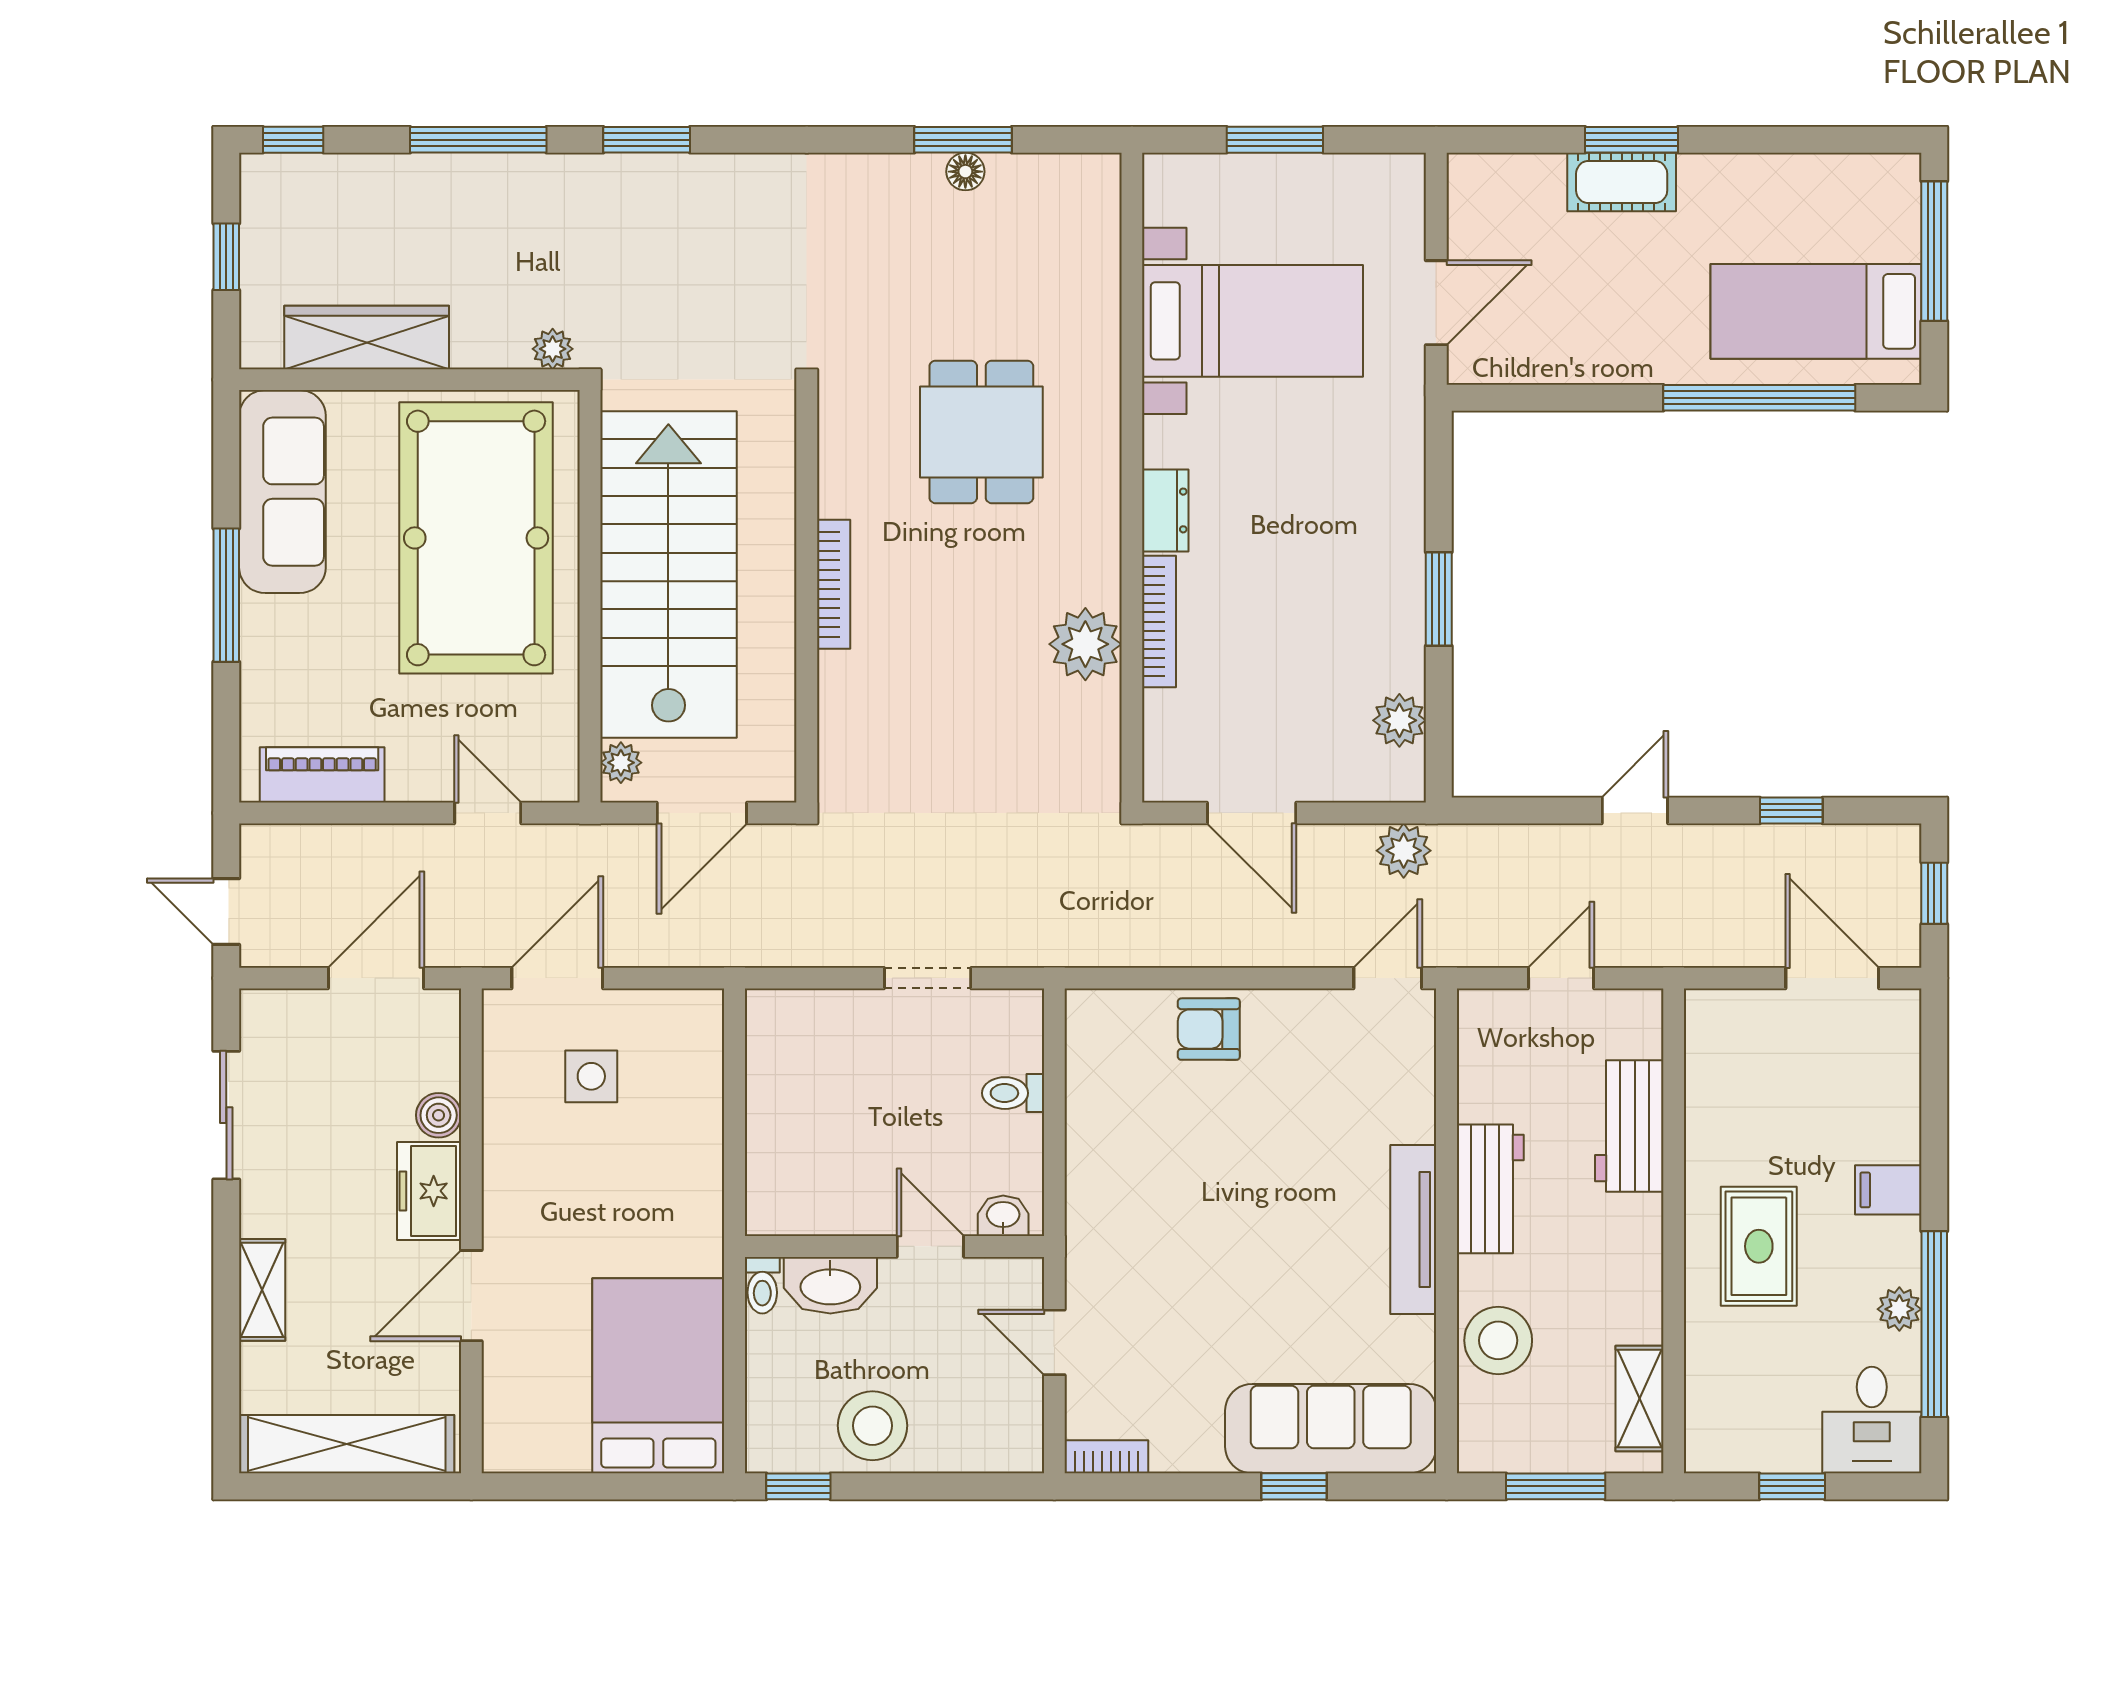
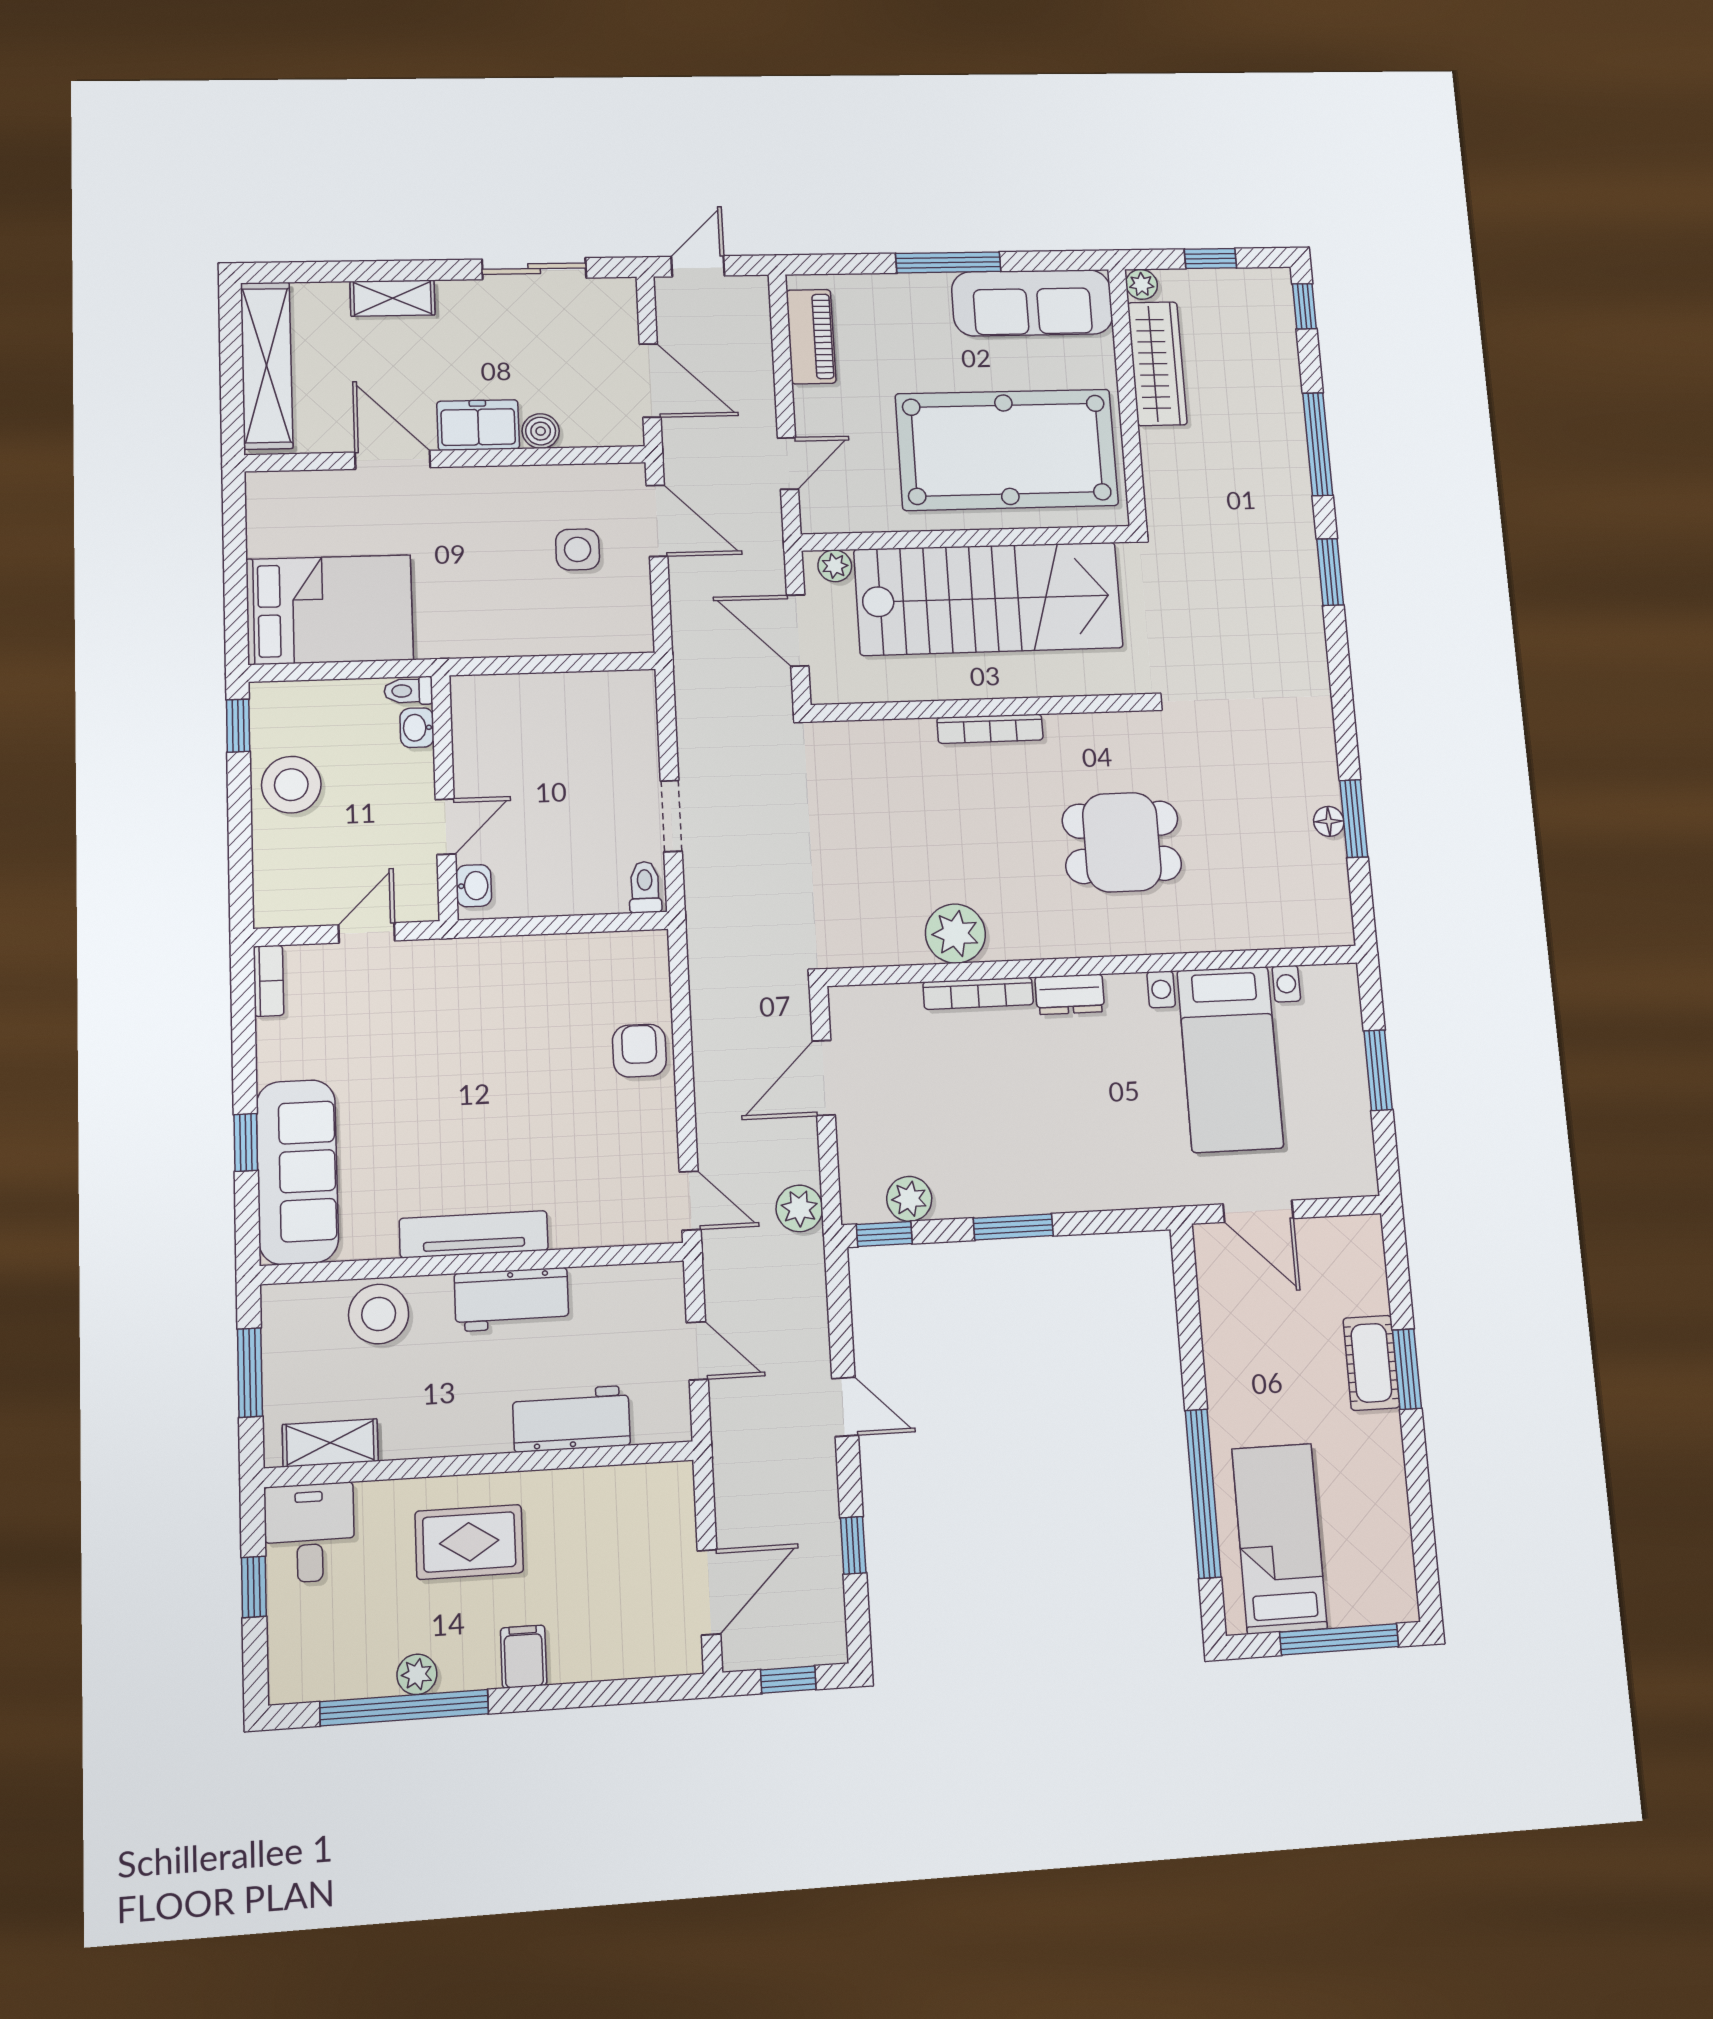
plant: (553, 349) -> (1142, 284), moved
window: (1439, 752) -> (884, 1234), added
toilet: (1013, 1093) -> (645, 887), moved
washbasin: (830, 1285) -> (417, 728), width x0.52, depth x0.69
desk: (1872, 1420) -> (309, 1533), moved, turned 90

